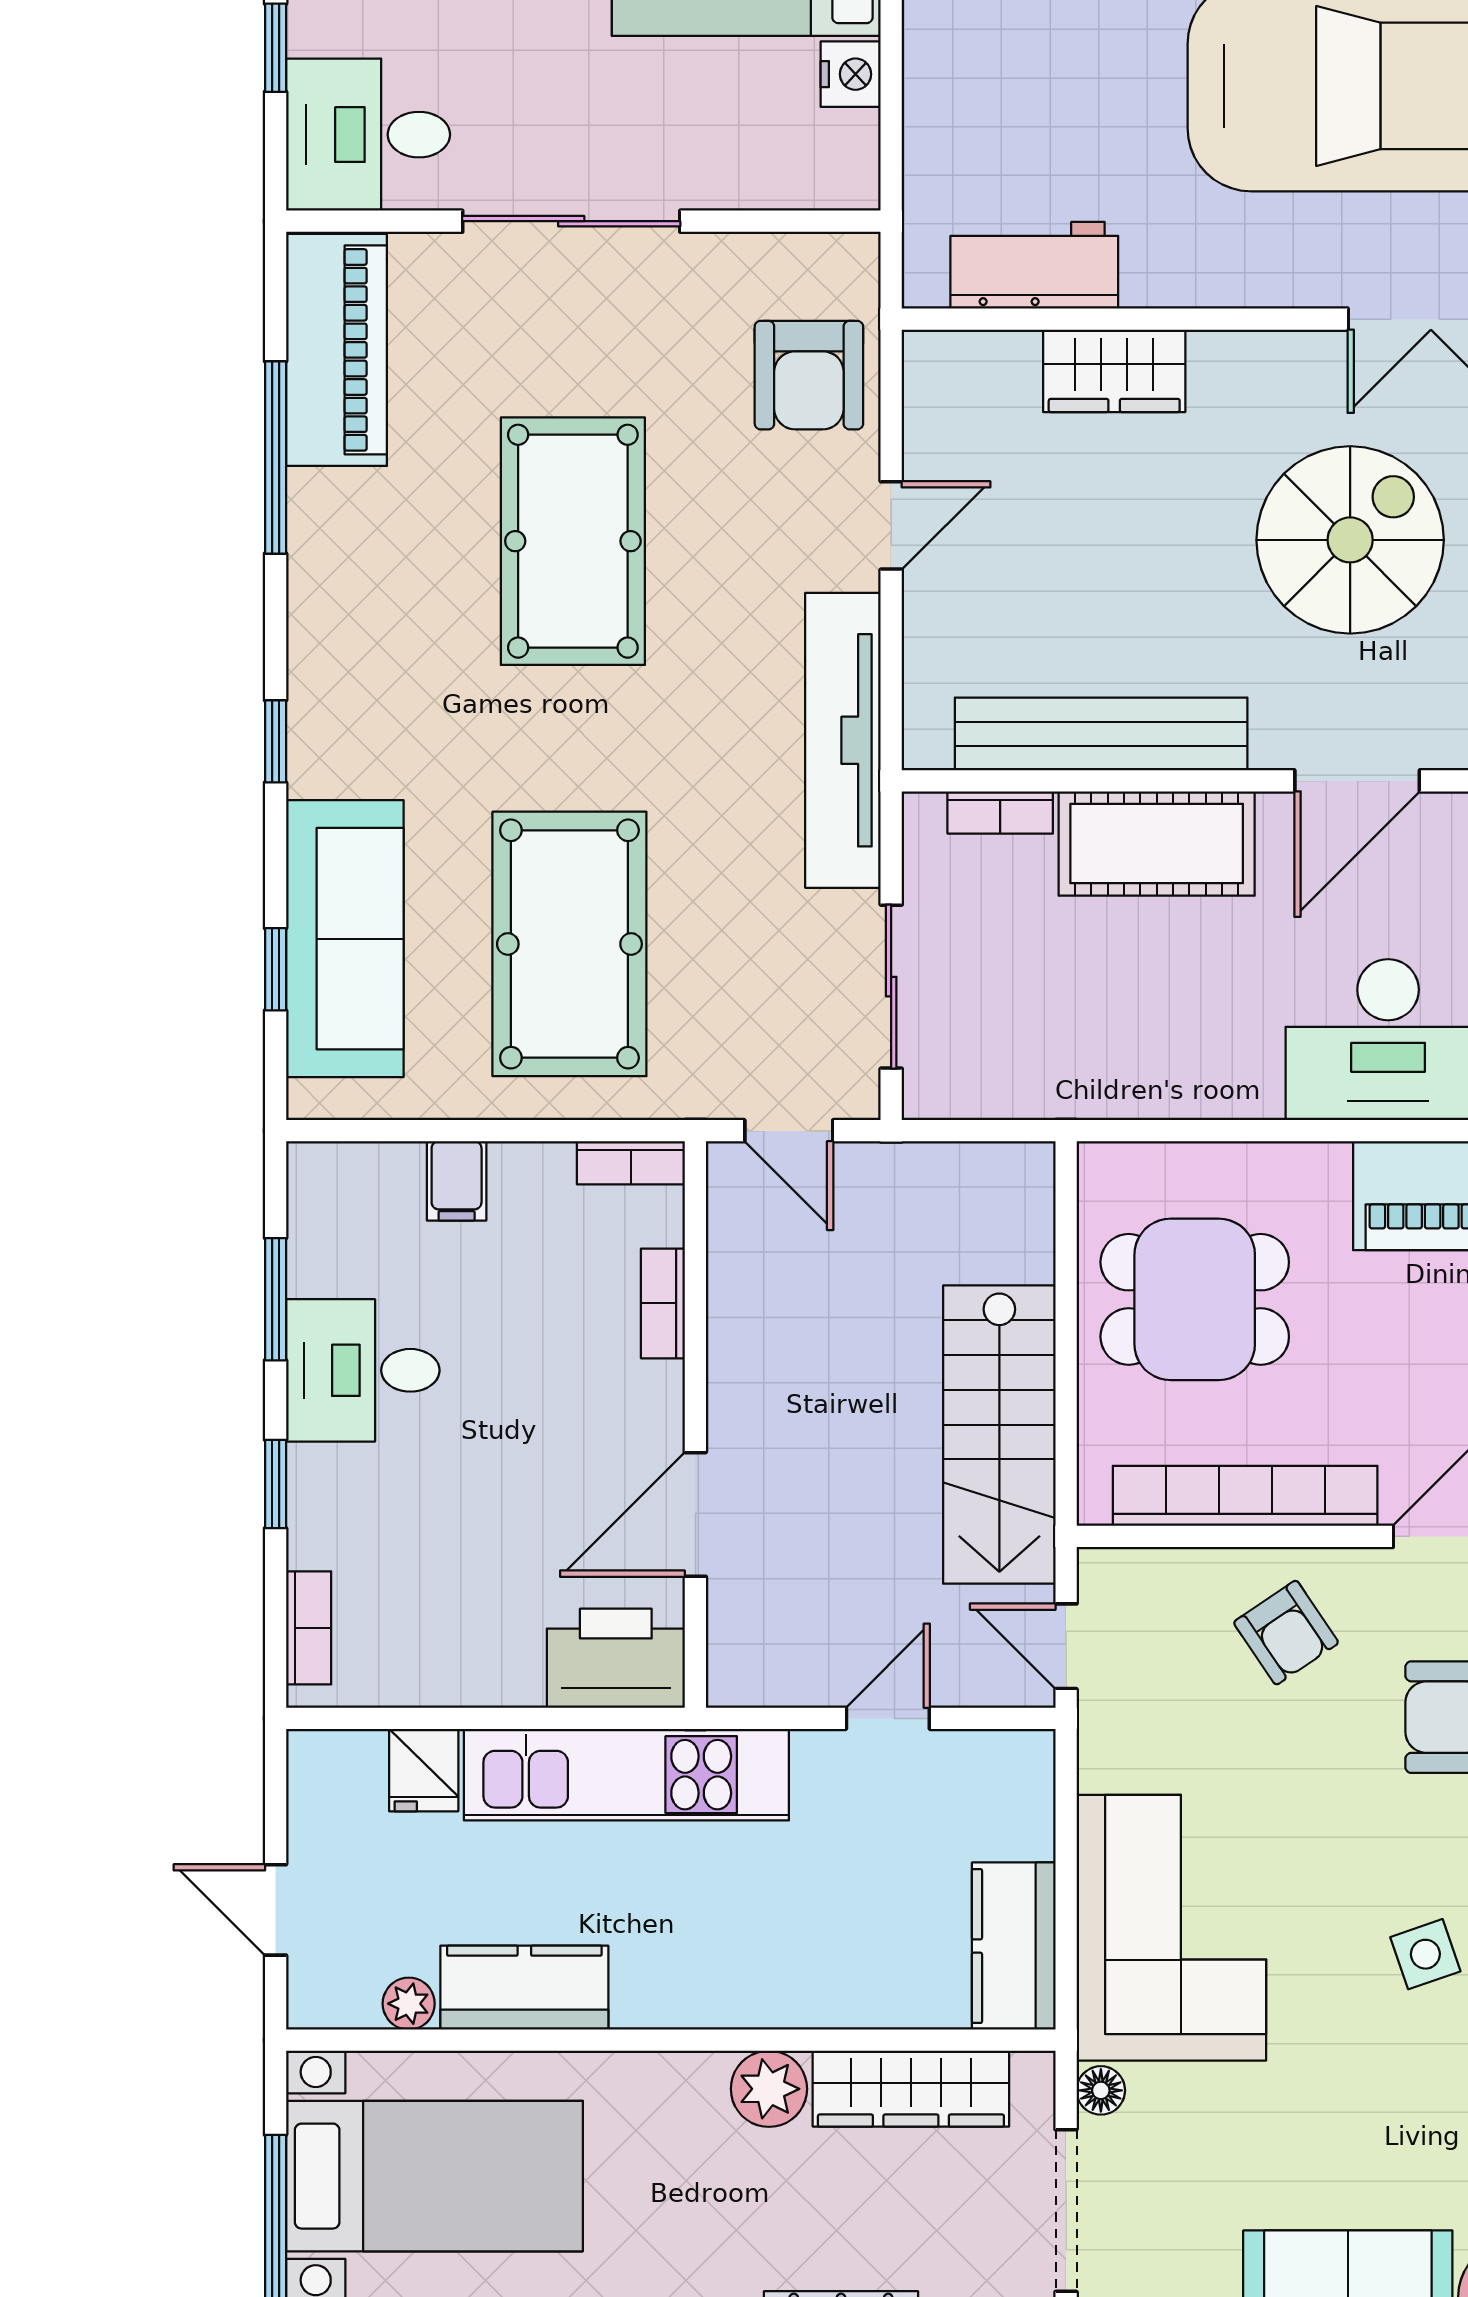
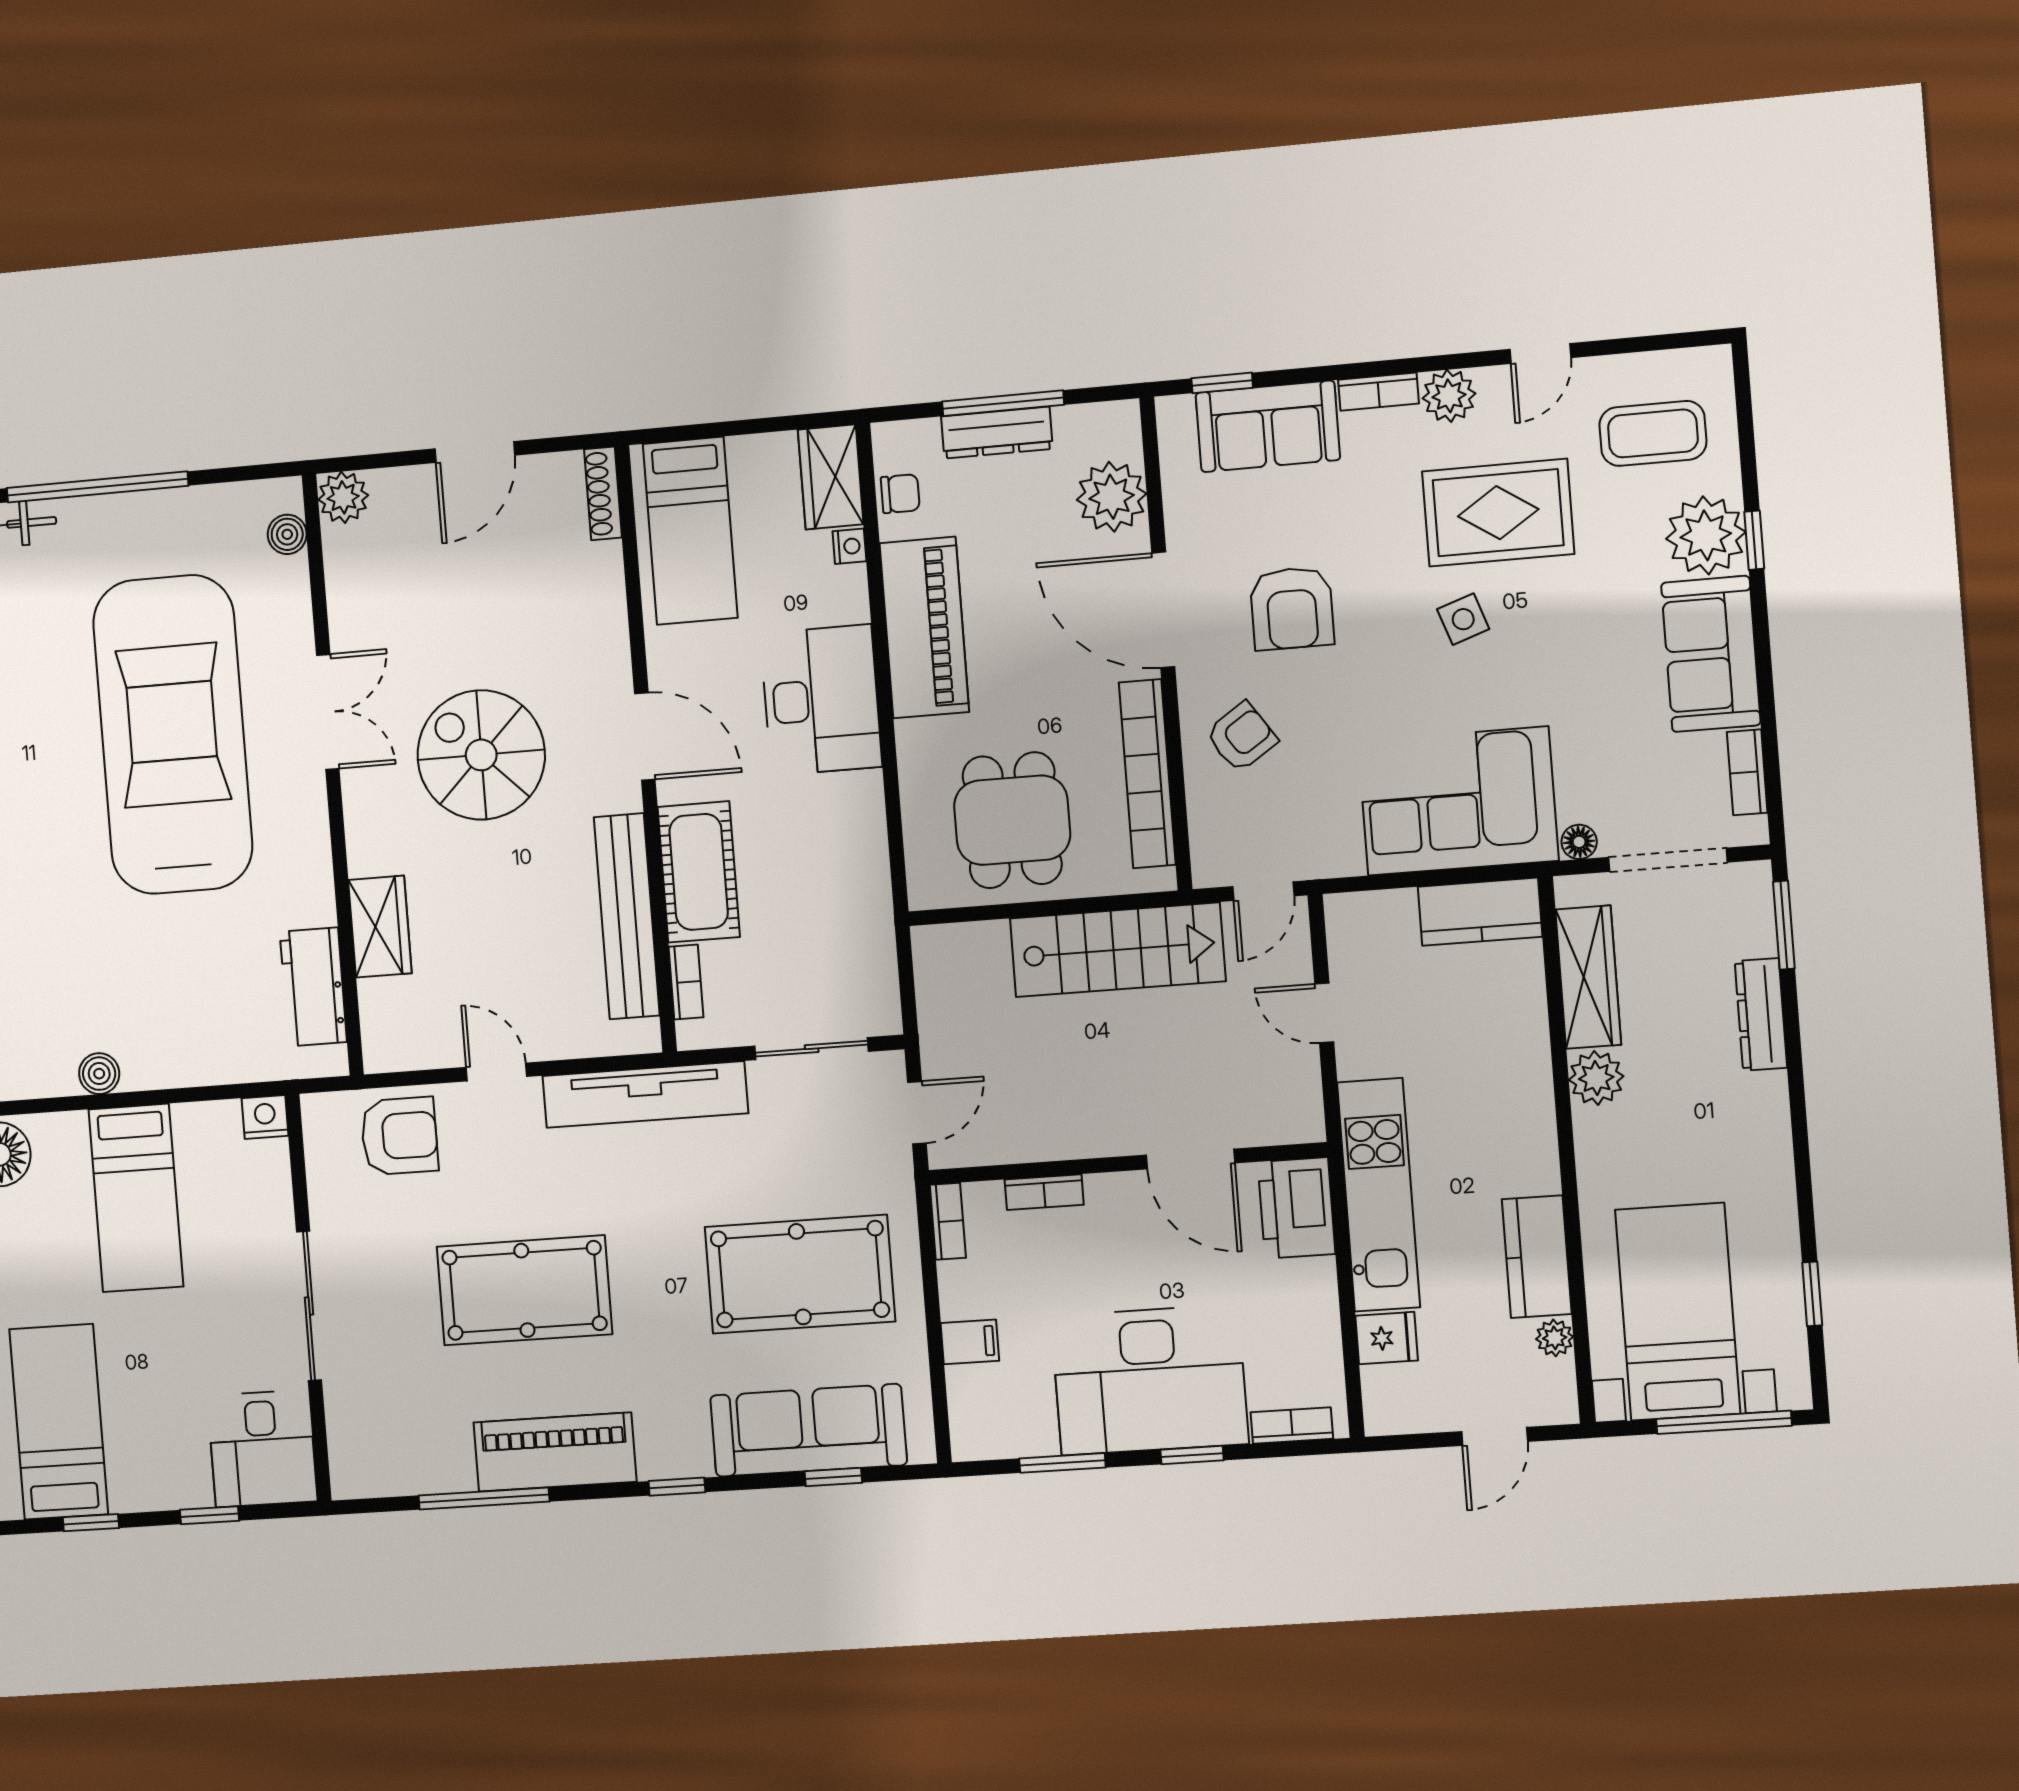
nightstand: (851, 74) -> (265, 1117), moved
piano: (336, 350) -> (555, 1452), moved
desk: (363, 1370) -> (1150, 1380), width x1.87, depth x1.30

